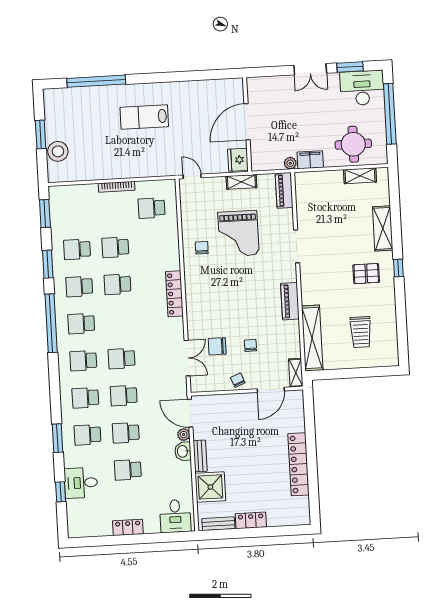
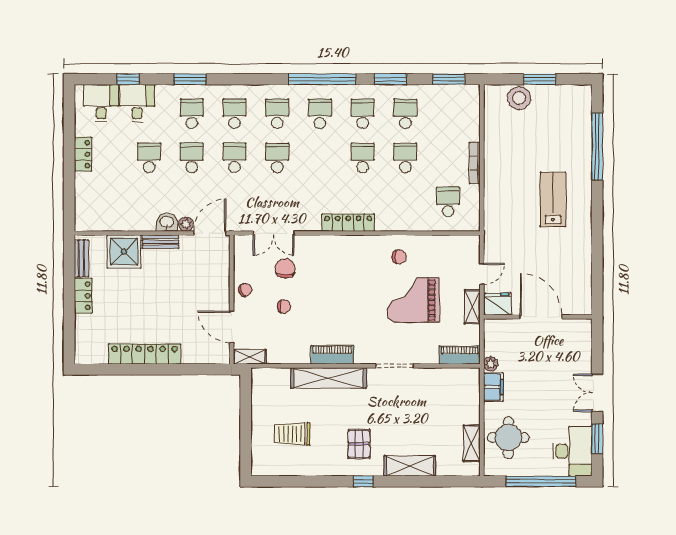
door: (192, 176) -> (482, 274), moved
shelving: (312, 338) -> (328, 378), moved
desk: (175, 516) -> (101, 103), moved, turned 90

